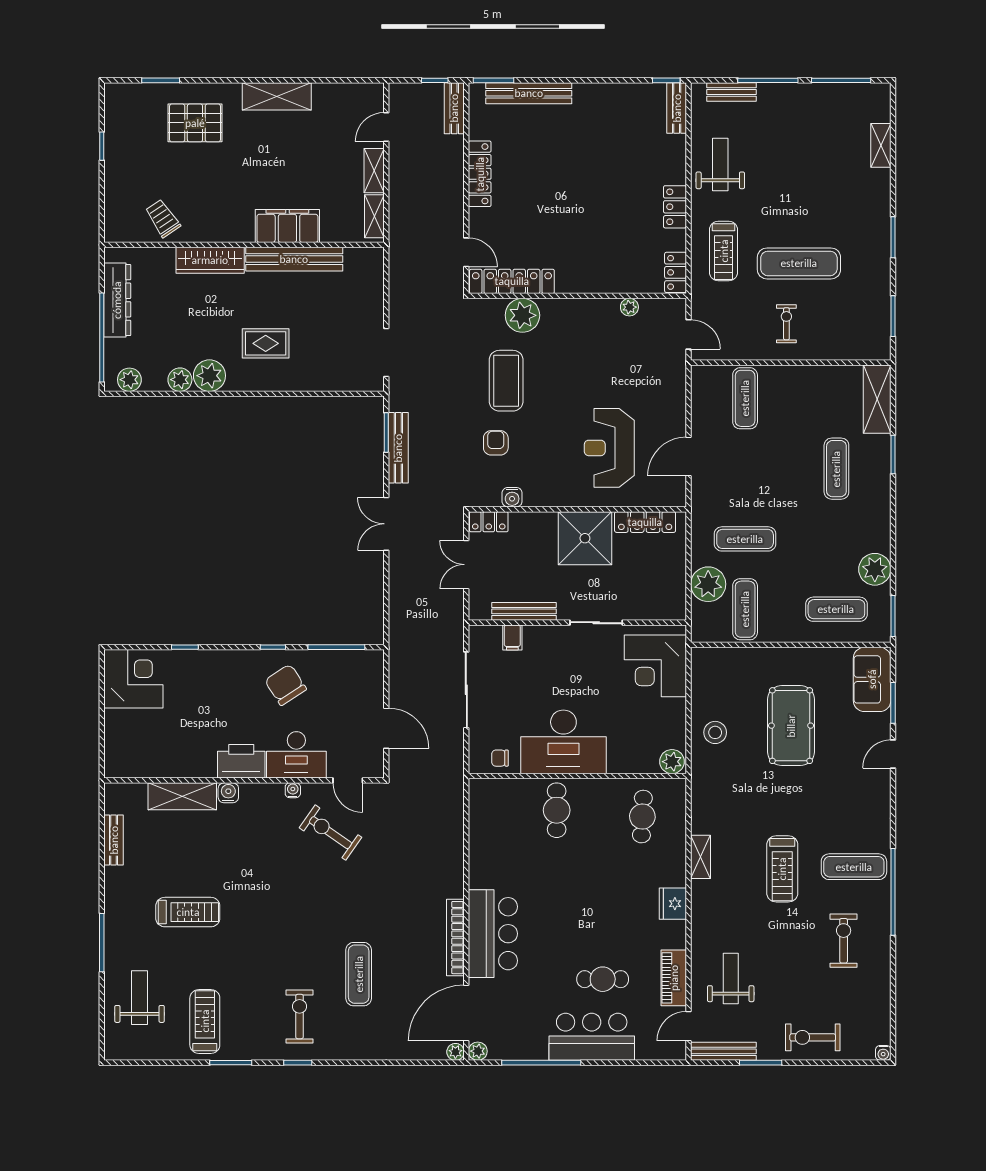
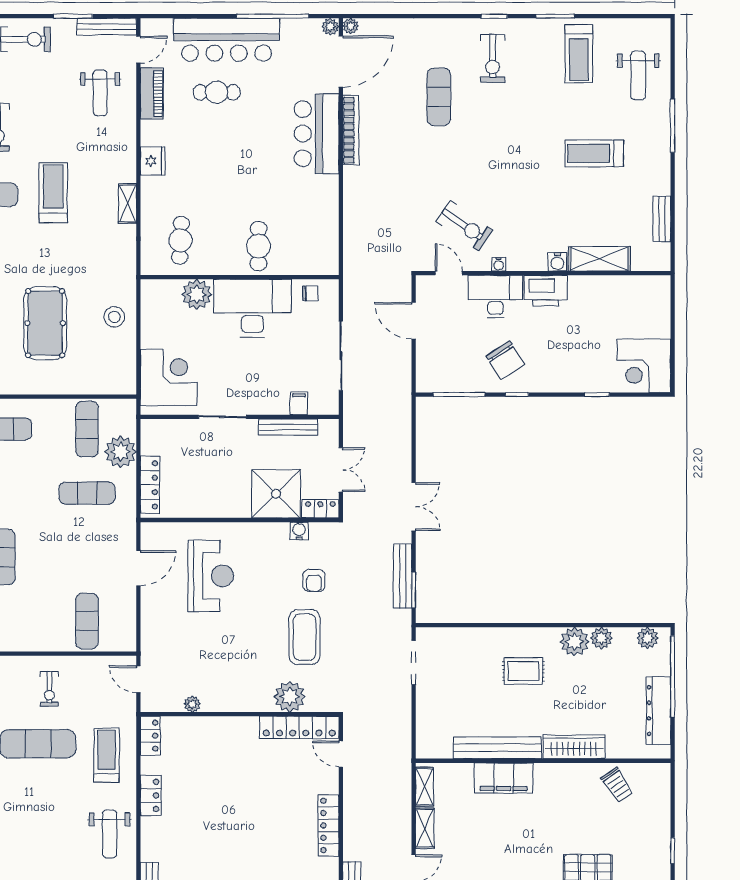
locker: (645, 522) -> (150, 485), moved, turned 90
shower: (585, 538) -> (276, 494), moved
plant: (672, 762) -> (197, 294), moved, width x1.36, depth x1.36
bar counter: (592, 1037) -> (227, 40), width x1.36

